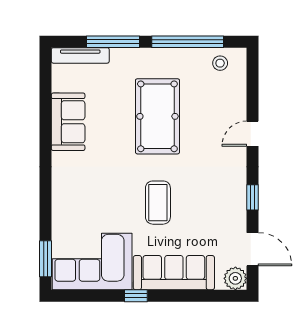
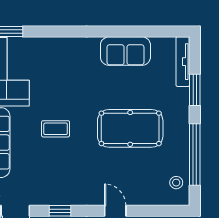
window: (113, 42) -> (195, 90), width x0.69
coffee table: (158, 203) -> (56, 129), width x0.73, depth x0.77

